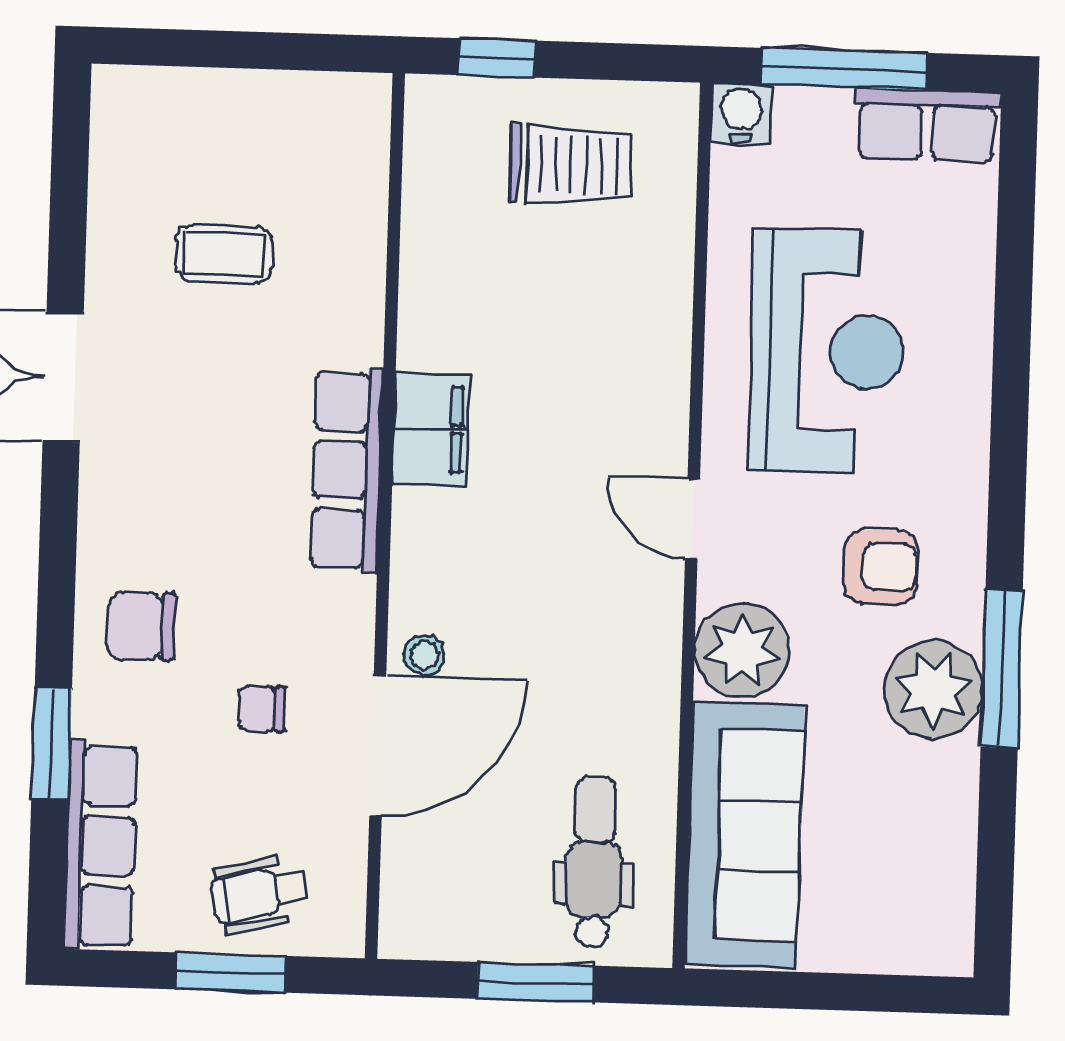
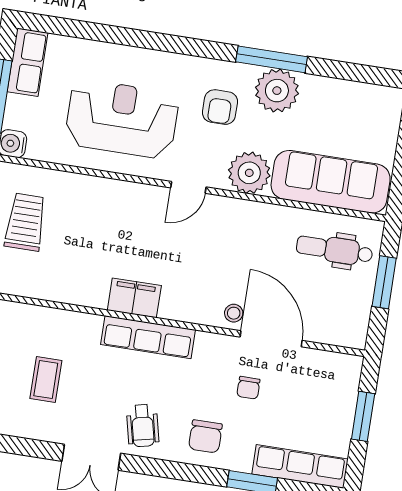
armchair: (881, 567) -> (220, 107), turned 180
wheelchair: (259, 894) -> (143, 426), moved

